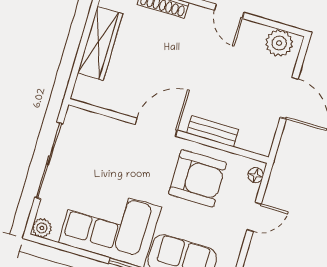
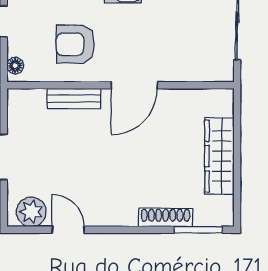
door: (229, 11) -> (68, 230), moved
armchair: (197, 178) -> (75, 44), width x0.73, depth x0.73

